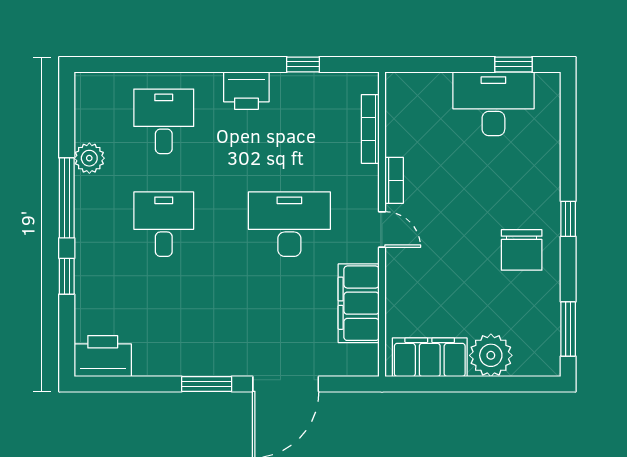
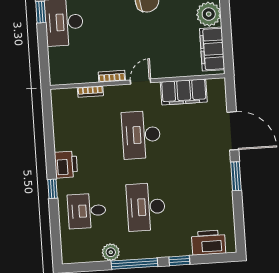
window: (303, 64) -> (52, 189), moved
bookcase: (370, 129) -> (90, 91), width x0.64
desk: (164, 224) -> (146, 207), width x1.37
printer: (103, 356) -> (209, 243), moved, turned 90

